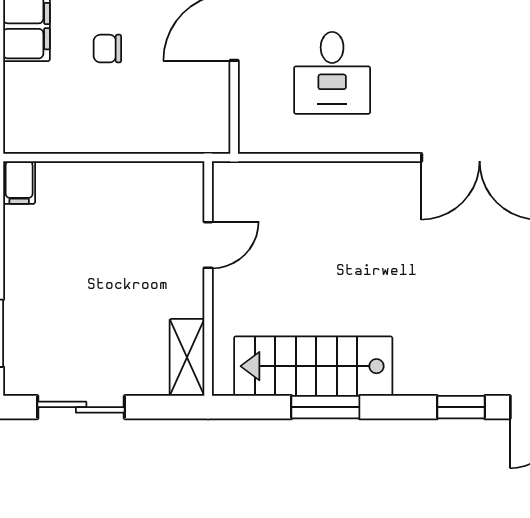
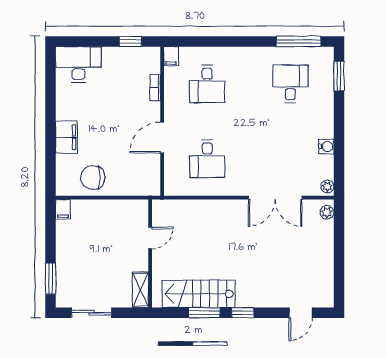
chair: (107, 49) -> (93, 178), moved, width x1.87, depth x1.87
window: (461, 407) -> (243, 313), moved

